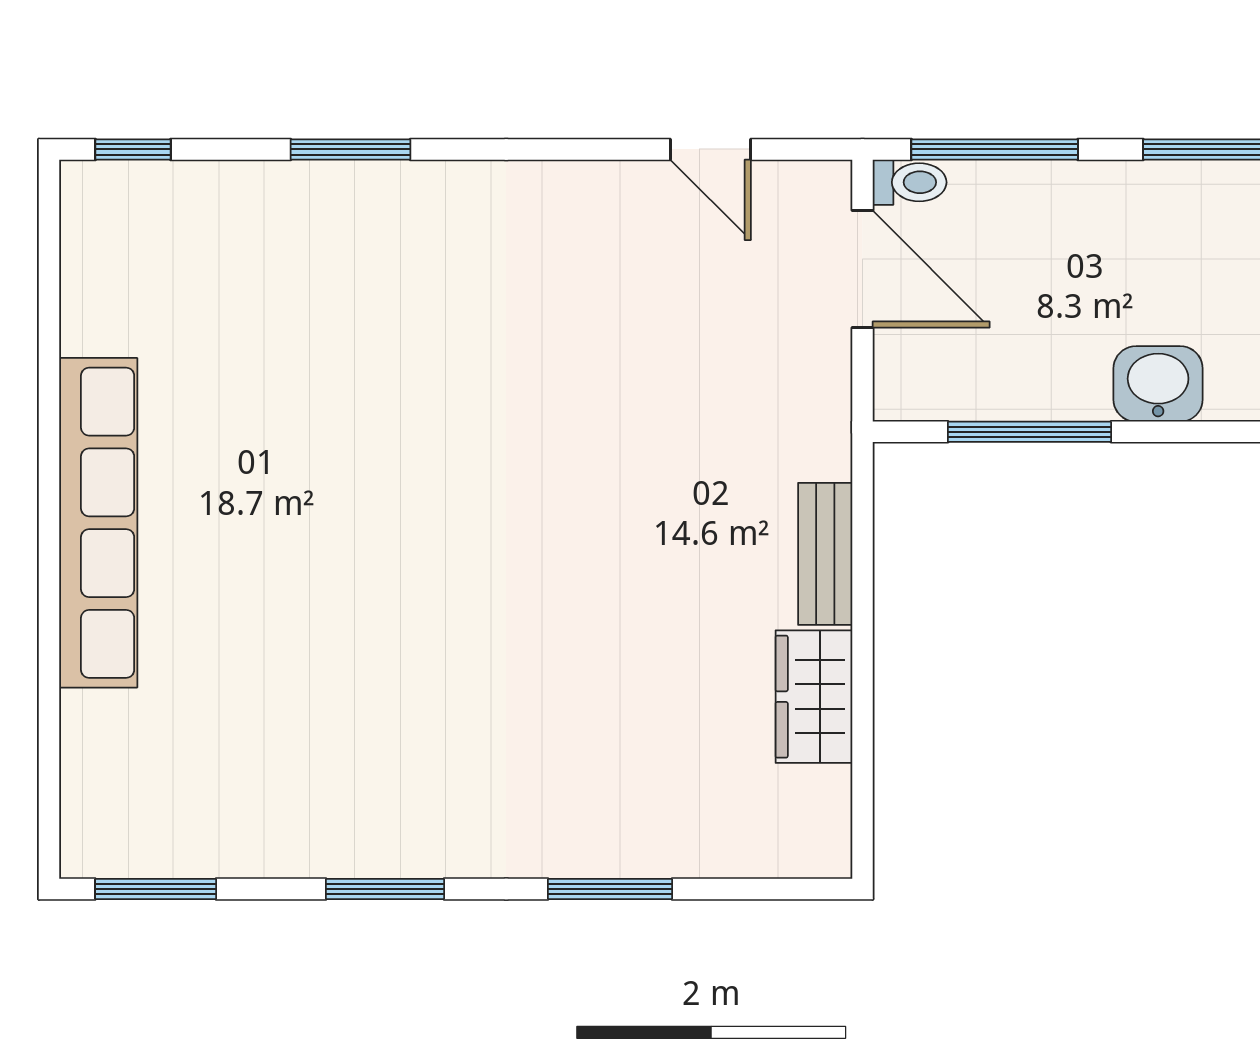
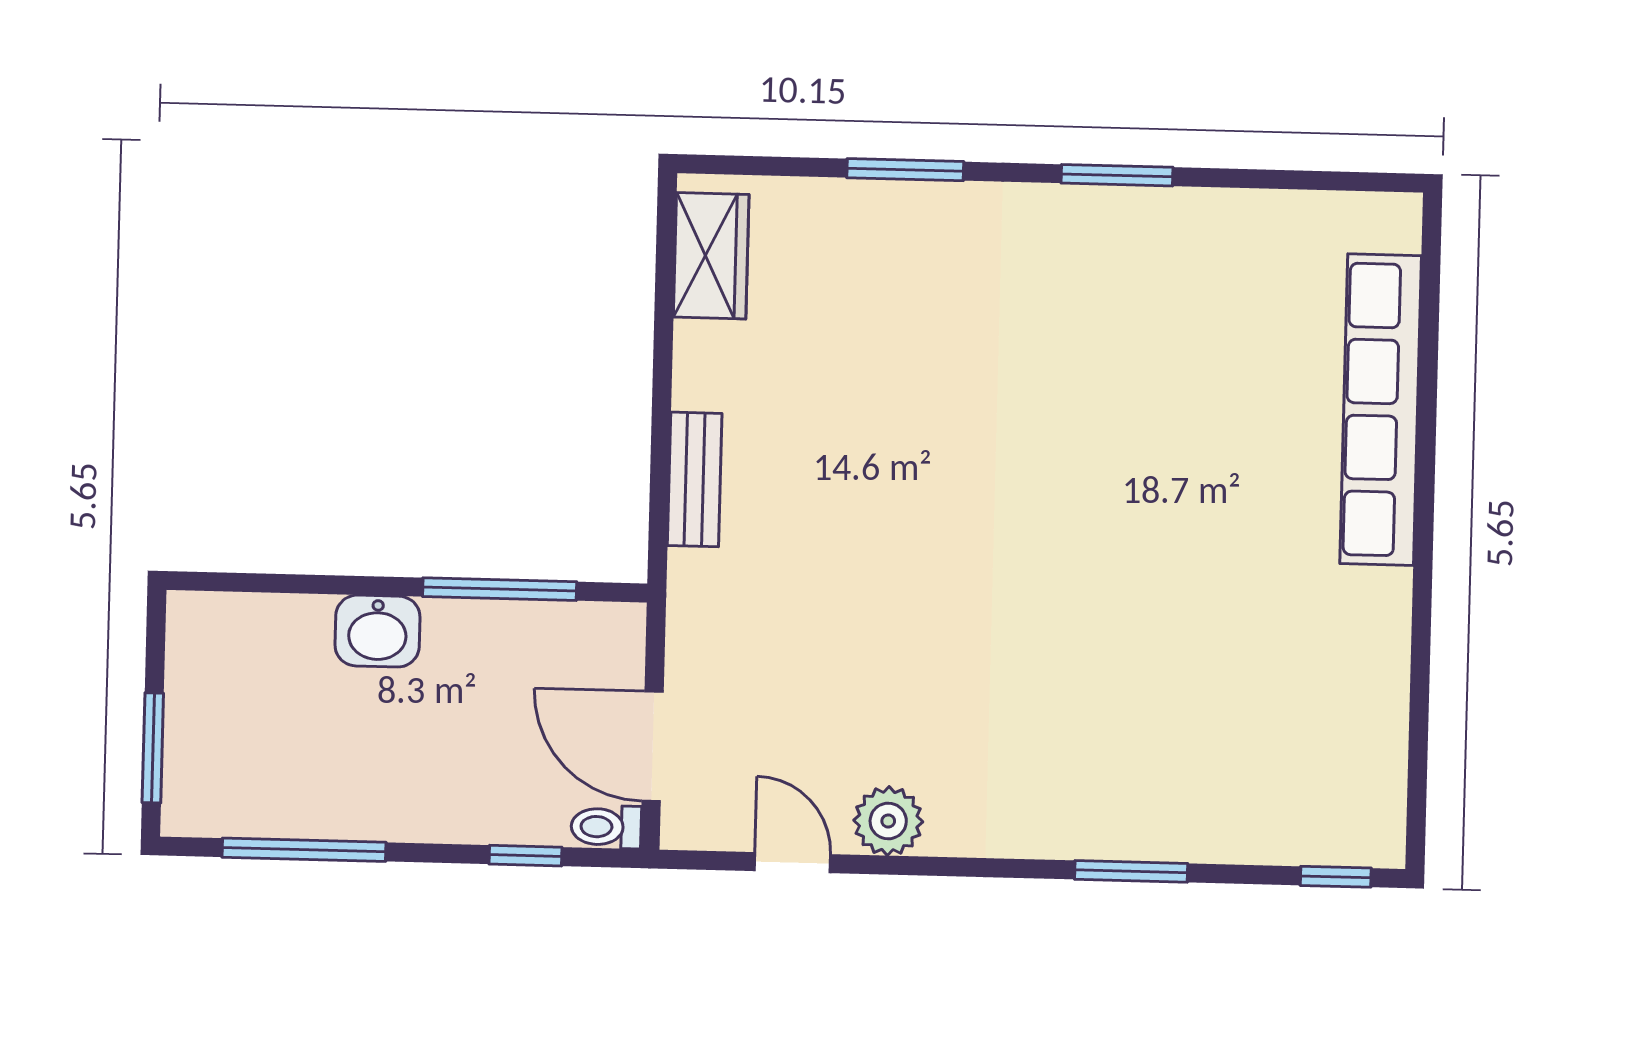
window: (995, 149) -> (525, 856), width x0.46
plant: (610, 196) -> (888, 821), added
row of seats: (98, 523) -> (1381, 410), moved
wardrobe: (814, 697) -> (711, 256), moved
window: (156, 889) -> (1333, 181), removed

